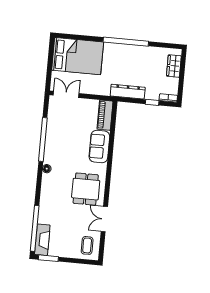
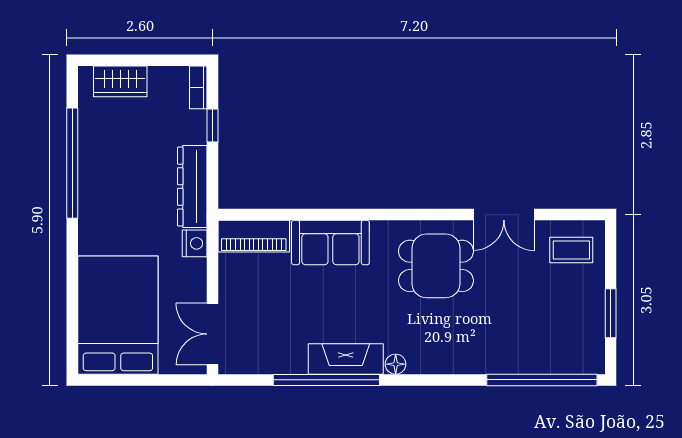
window: (126, 42) -> (72, 163), moved
nightstand: (104, 90) -> (195, 243), added
fireplace: (42, 240) -> (346, 359), moved
window: (48, 258) -> (611, 313), moved

